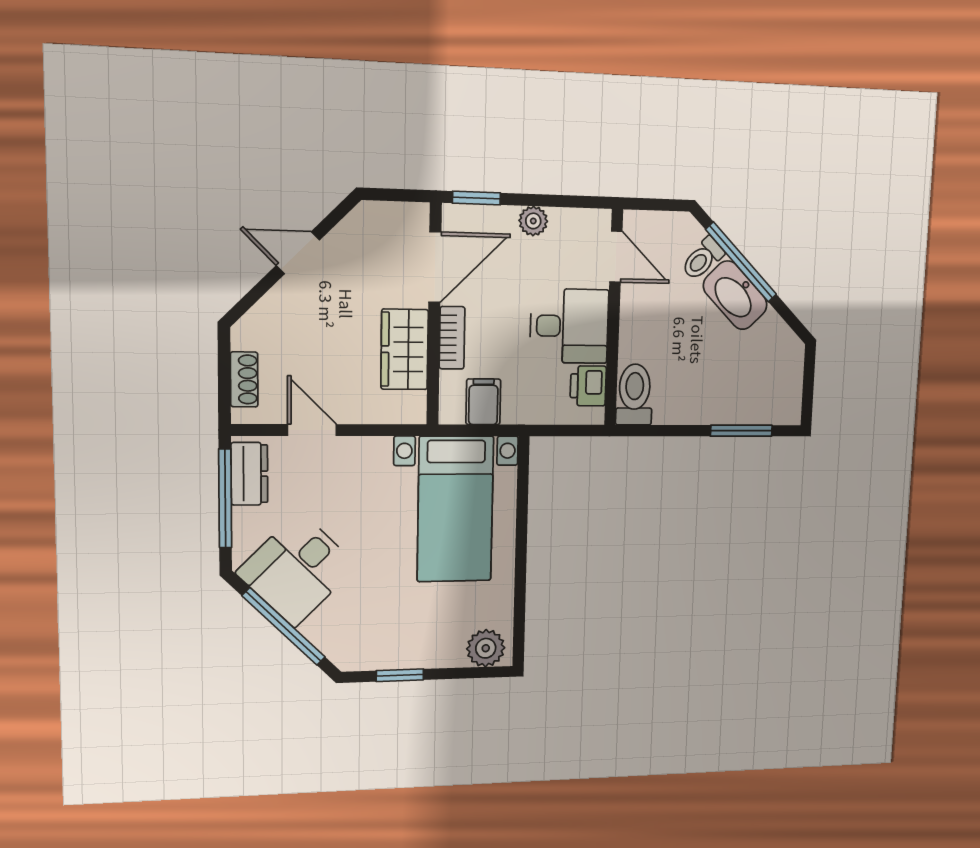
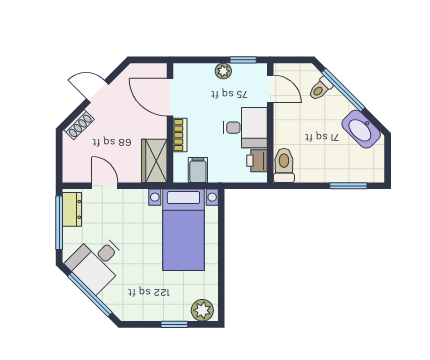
window: (476, 198) -> (243, 60), moved
door: (435, 267) -> (170, 97), swing flipped
washbasin: (735, 295) -> (361, 129), moved
wardrobe: (405, 349) -> (154, 161), moved
shoe rack: (244, 379) -> (79, 125), moved, turned 45
window: (400, 675) -> (174, 324), moved

